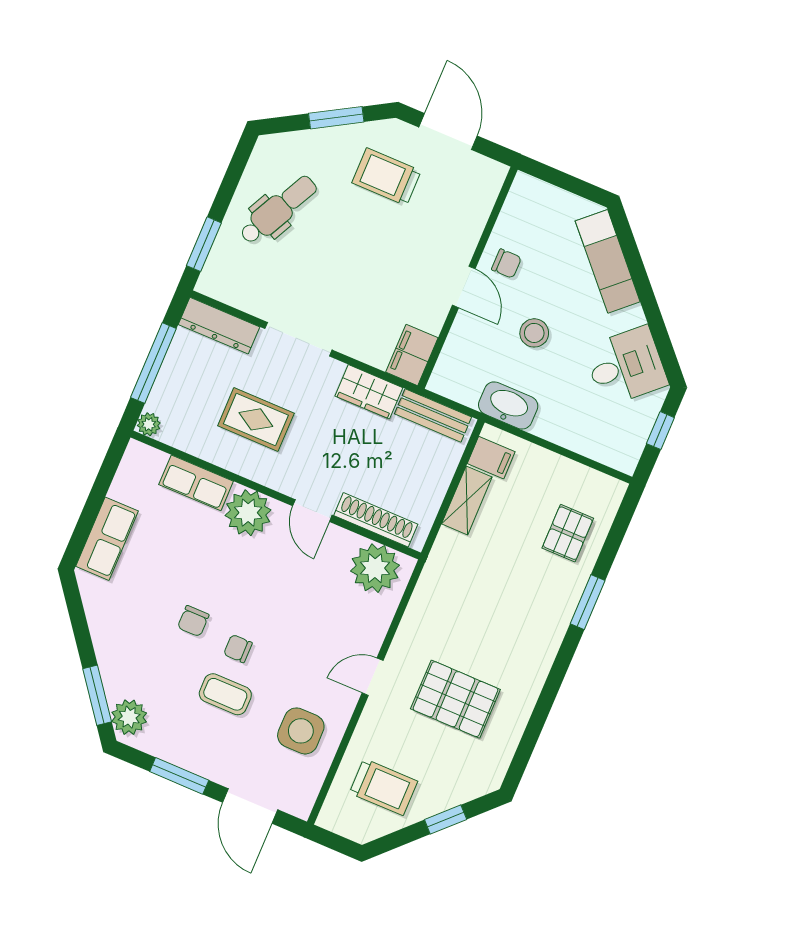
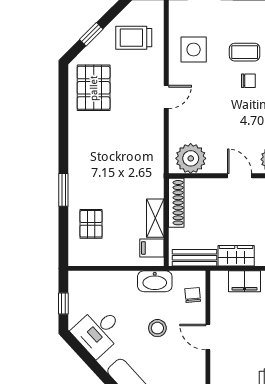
chair: (506, 264) -> (193, 295), moved, turned 85
filing cabinet: (412, 355) -> (245, 281), moved, turned 90
shoe rack: (376, 520) -> (176, 203), moved, turned -90
pallet: (455, 699) -> (94, 88), moved, turned 90

